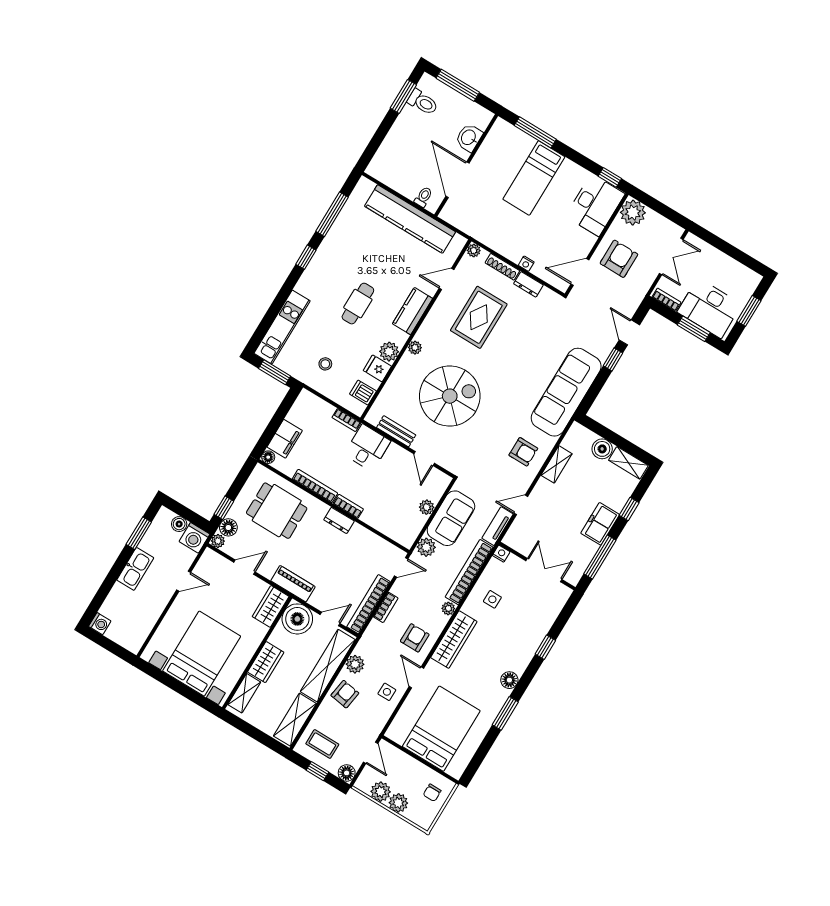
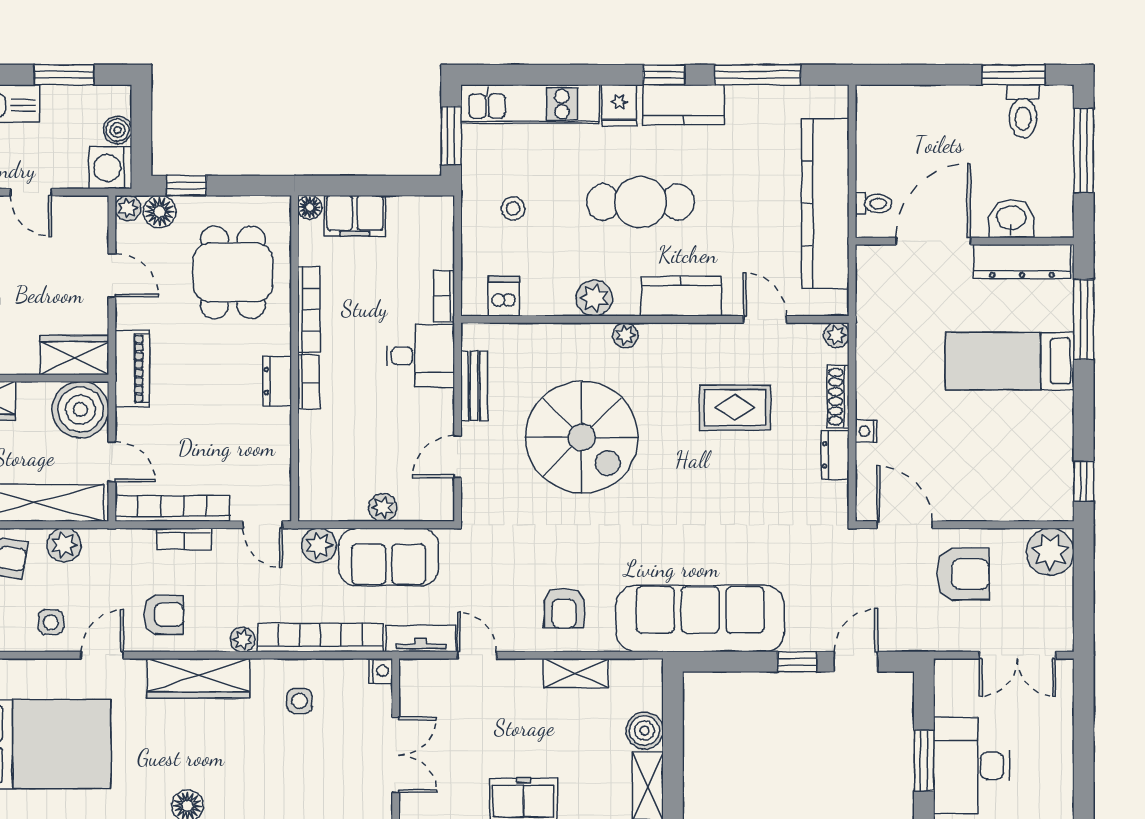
dresser: (492, 145) -> (1022, 262), added
desk: (595, 205) -> (1026, 484), removed
kitchen counter: (325, 257) -> (683, 105), added
bookcase: (666, 300) -> (944, 689), removed
cafe table: (358, 304) -> (640, 202), width x1.37, depth x1.35
rug: (479, 317) -> (735, 408), width x0.73, depth x0.70
fridge: (377, 368) -> (619, 105), moved, turned 180

